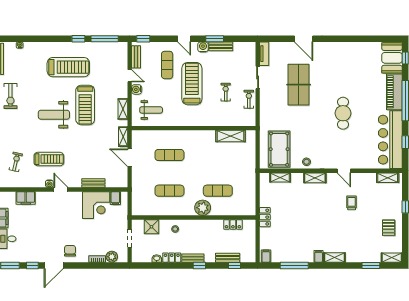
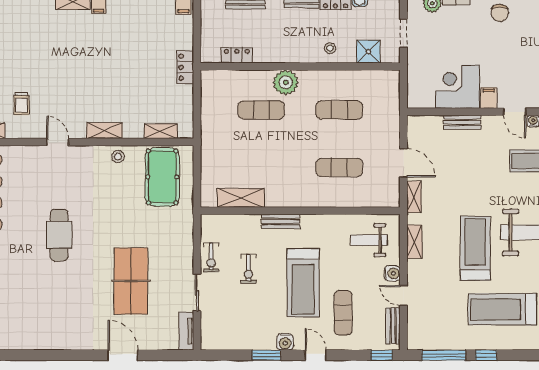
bench: (221, 46) -> (281, 221), moved
filing cabinet: (115, 198) -> (489, 98), moved
trolley: (352, 203) -> (21, 104), moved

